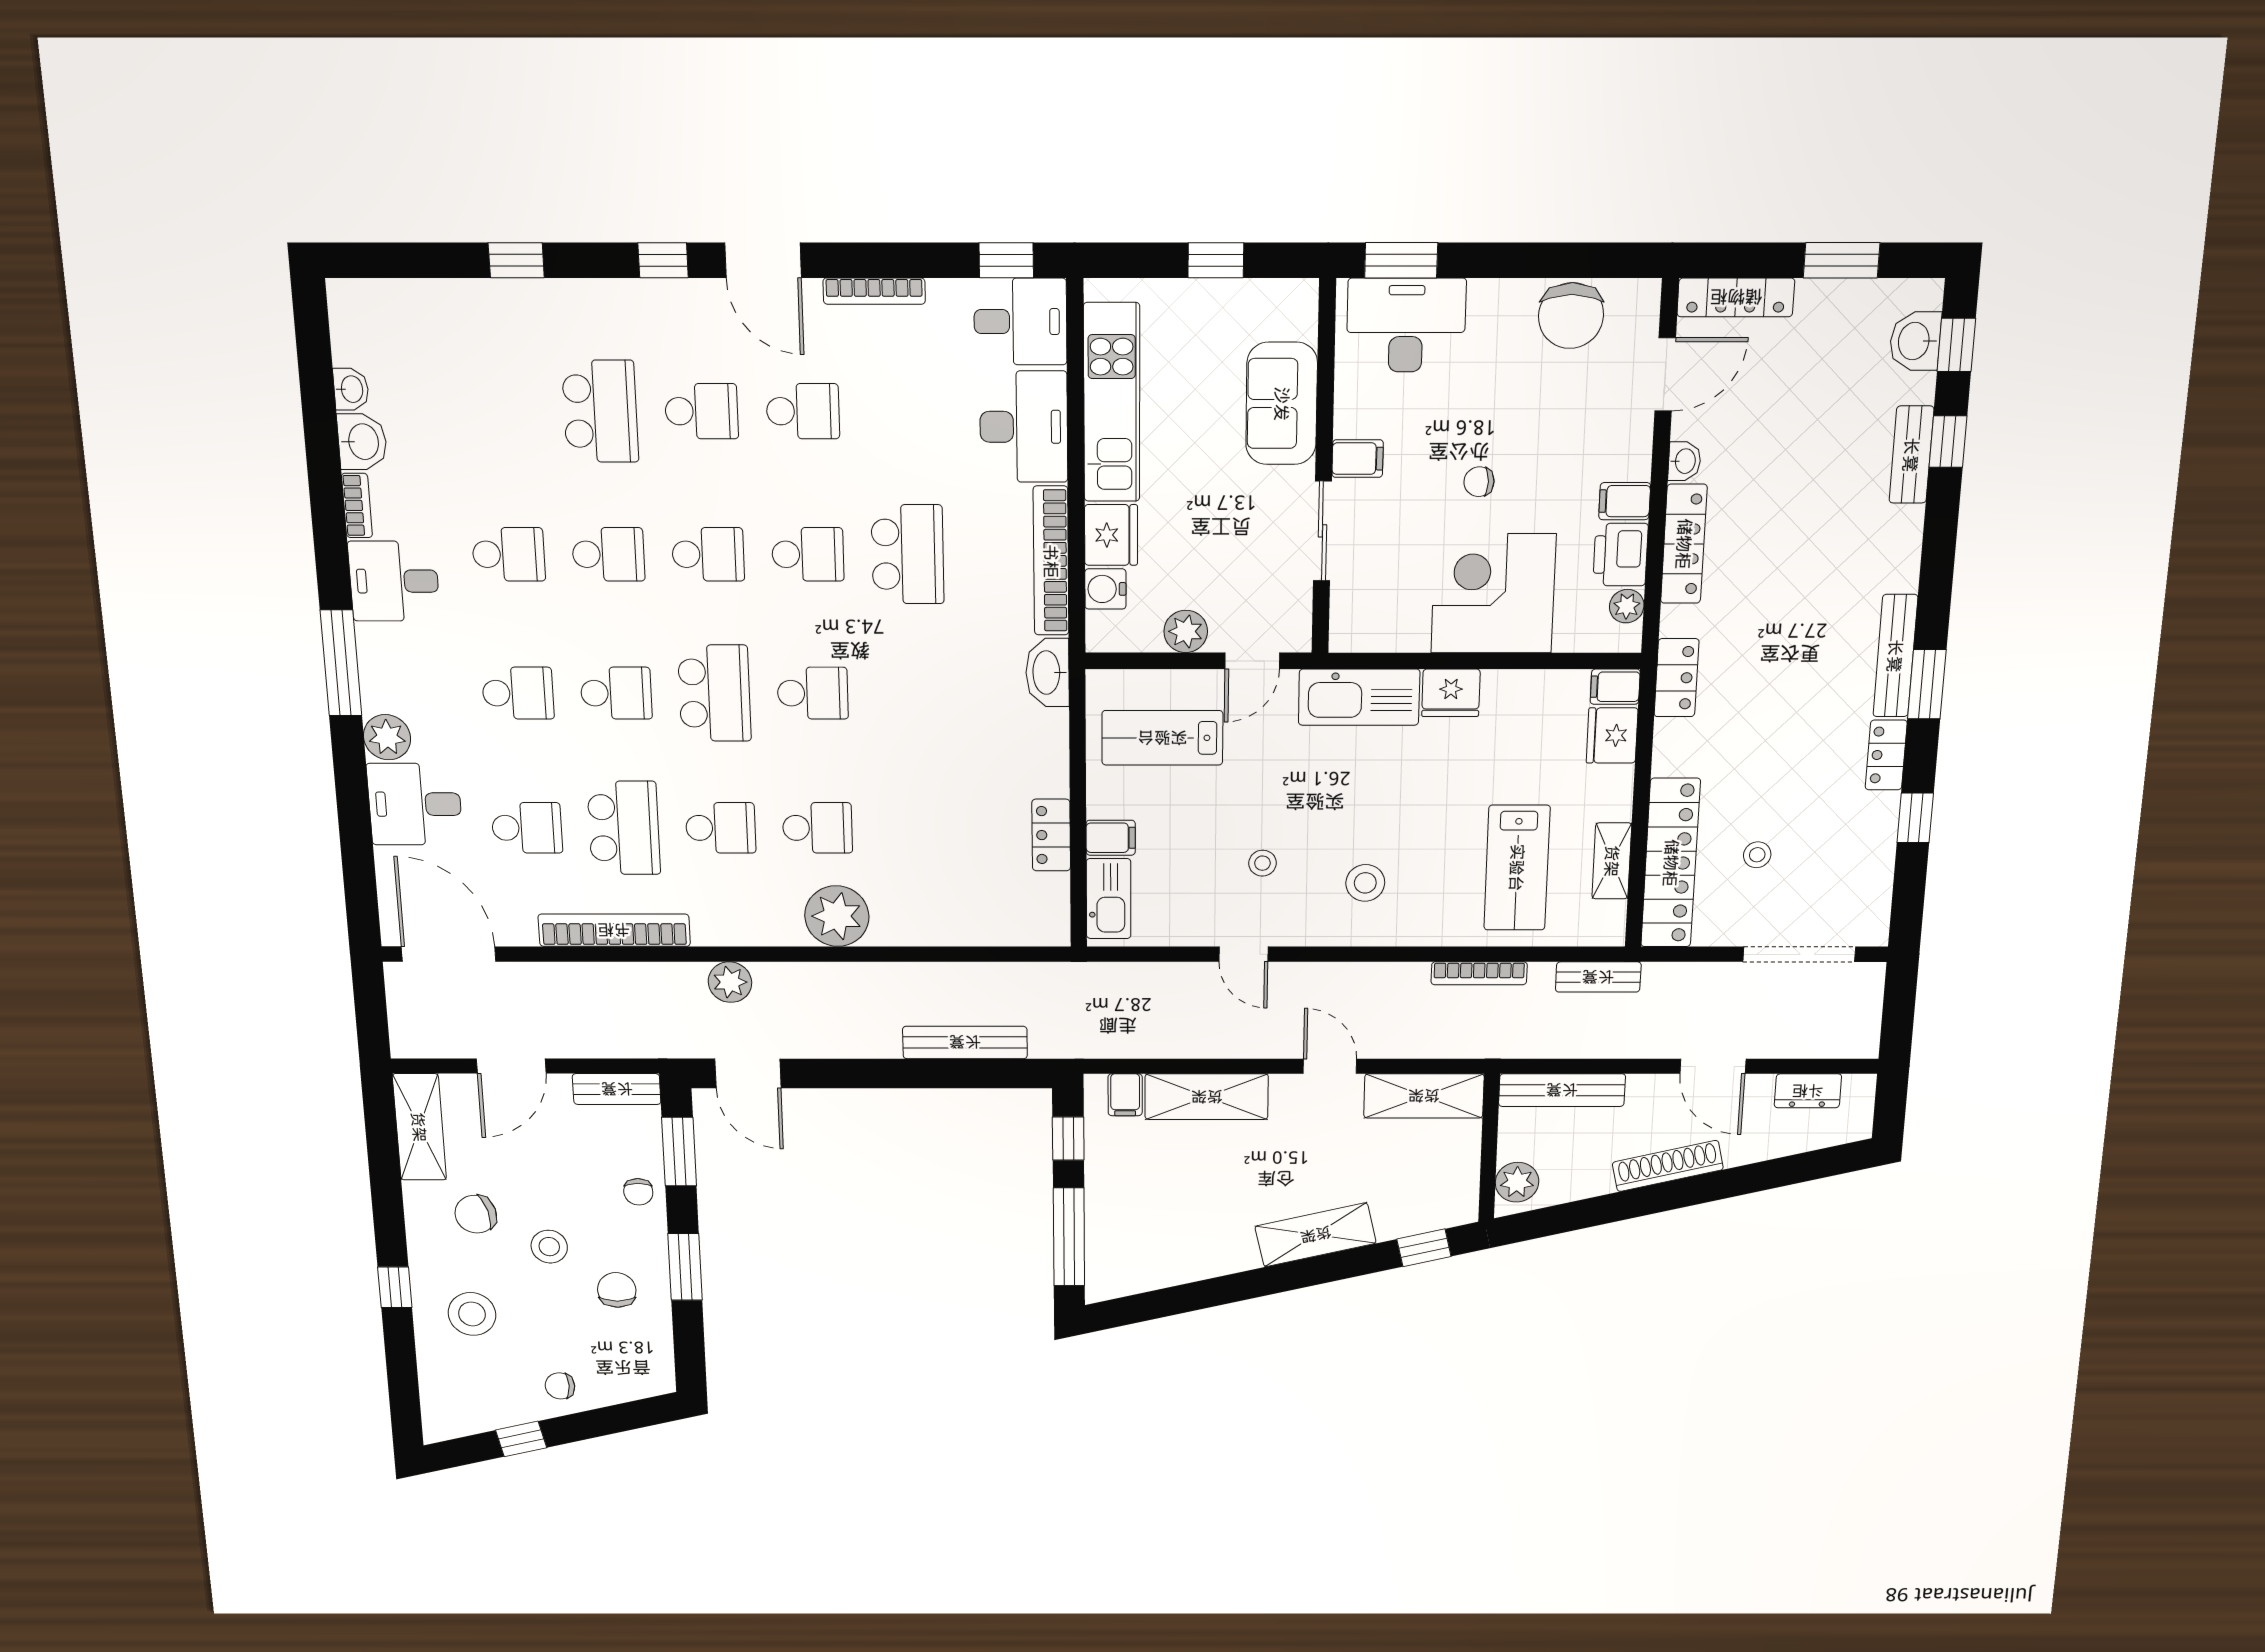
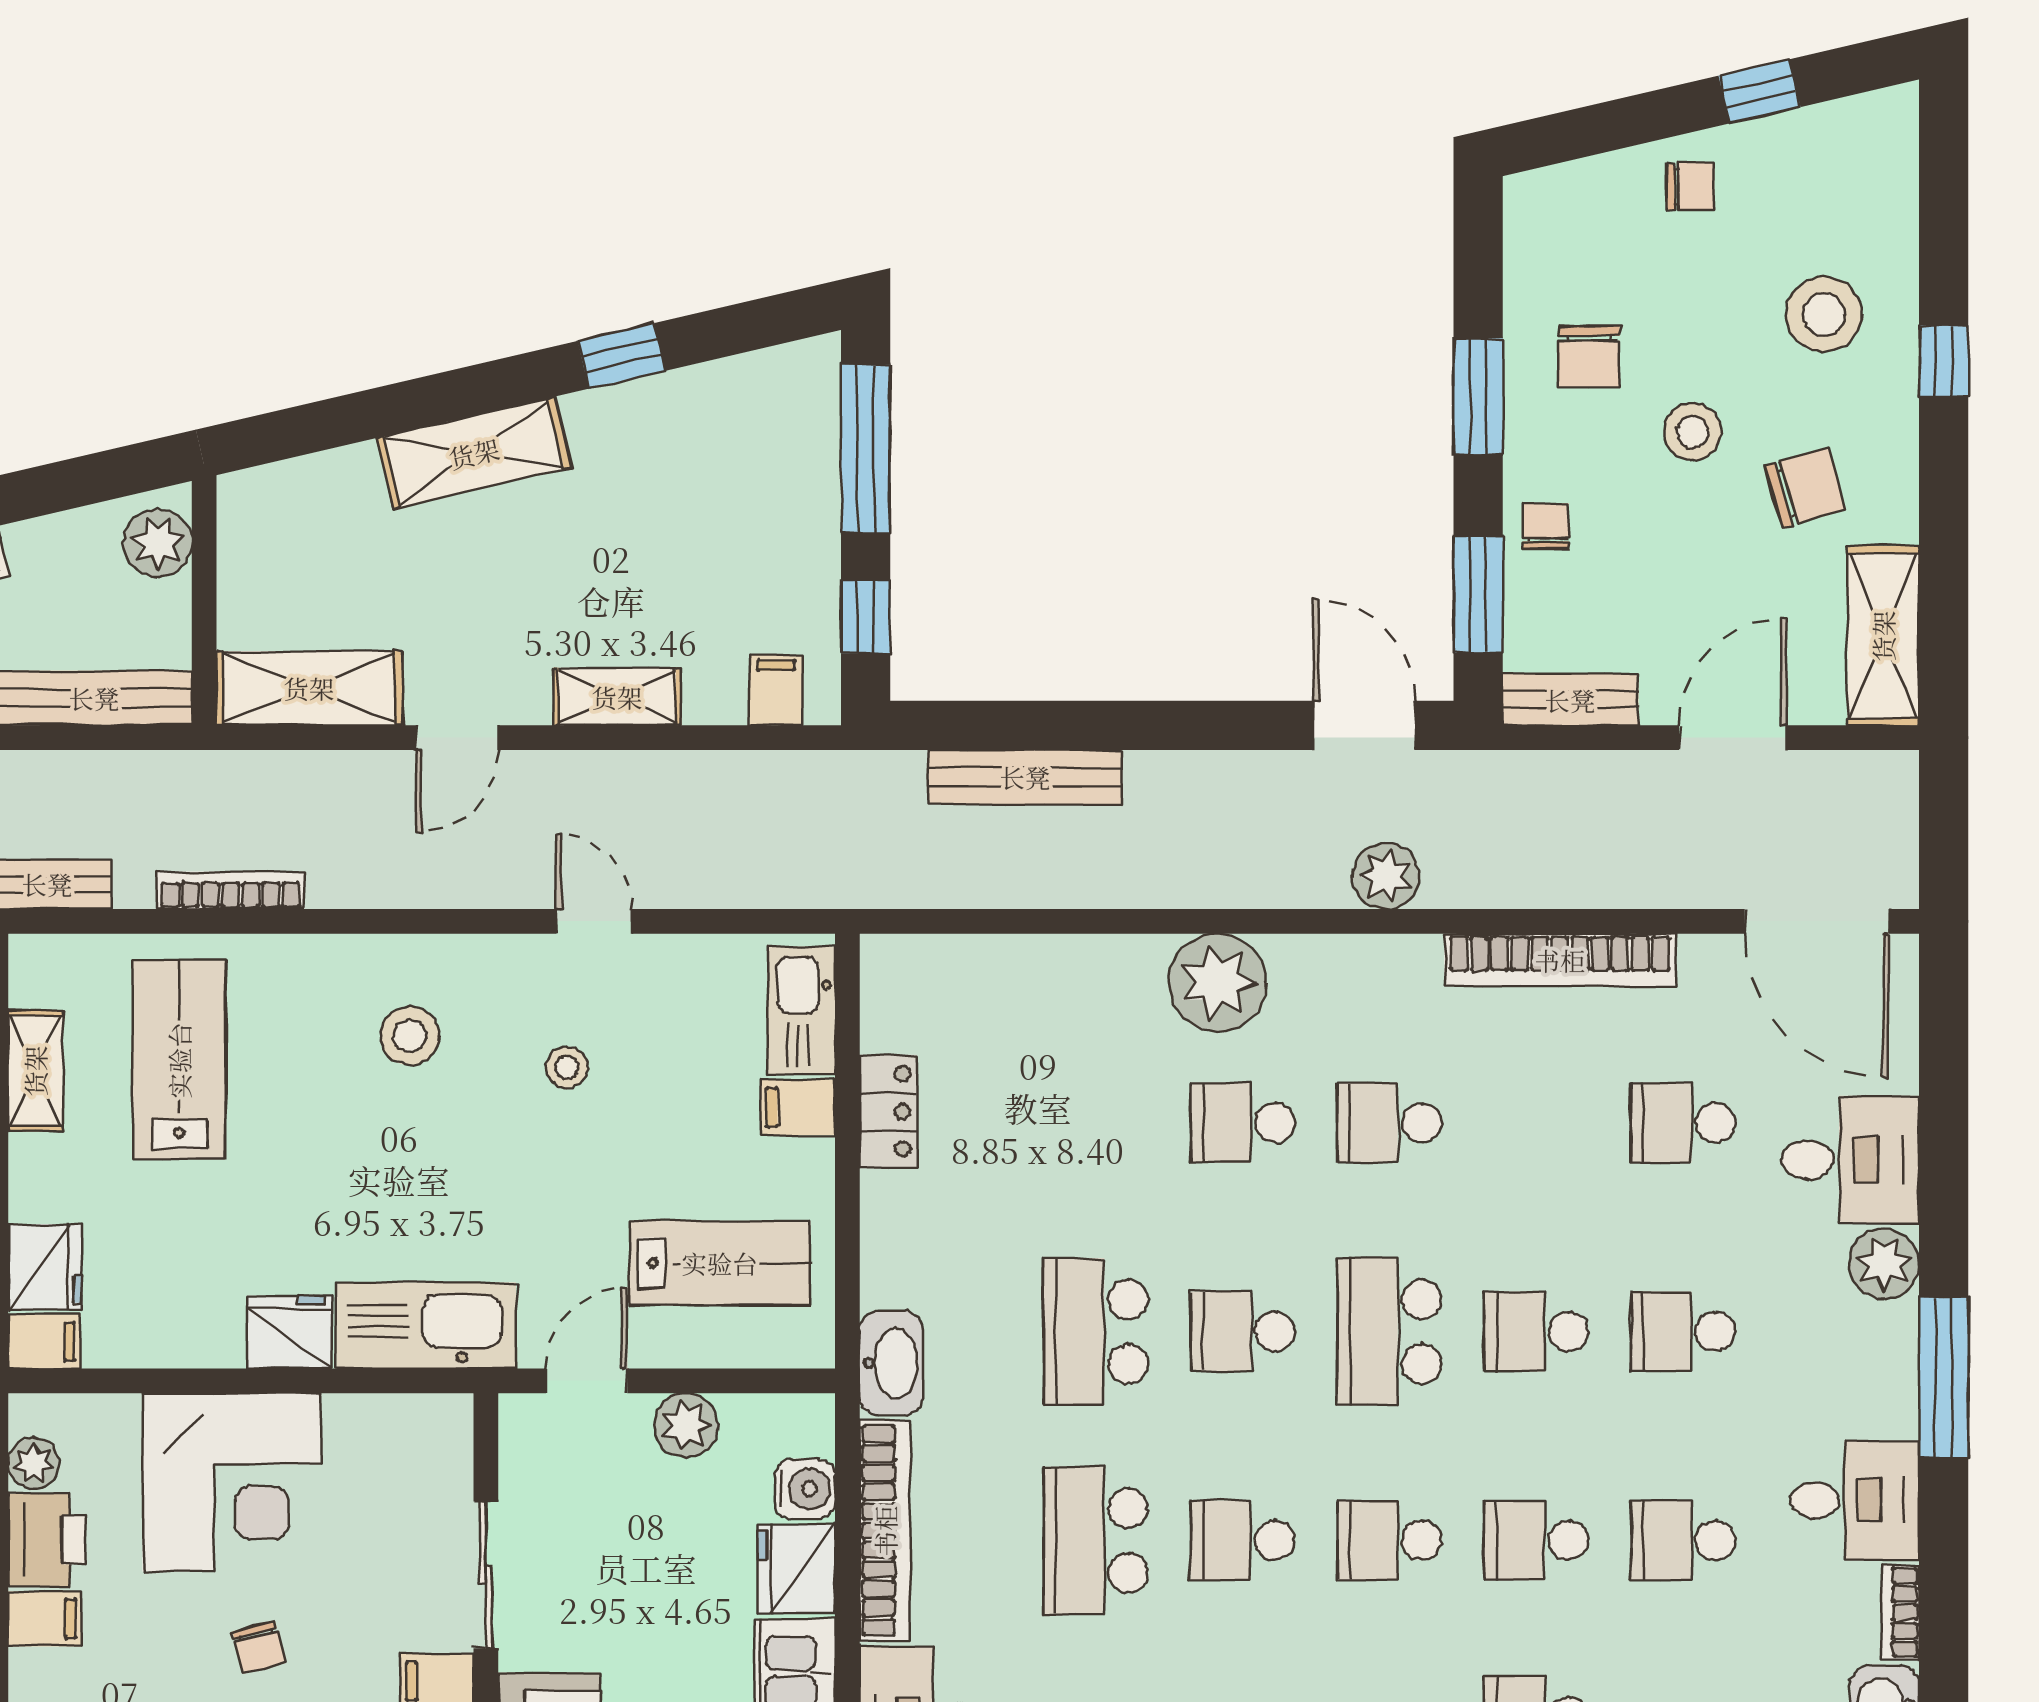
chair: (1479, 482) -> (259, 1647), turned 76
school desk: (624, 828) -> (1096, 1332), moved
door: (1330, 1066) -> (457, 738), hinge flipped
shelving: (1207, 1097) -> (617, 697), width x0.67, depth x0.75
window: (1424, 1248) -> (621, 356), moved

